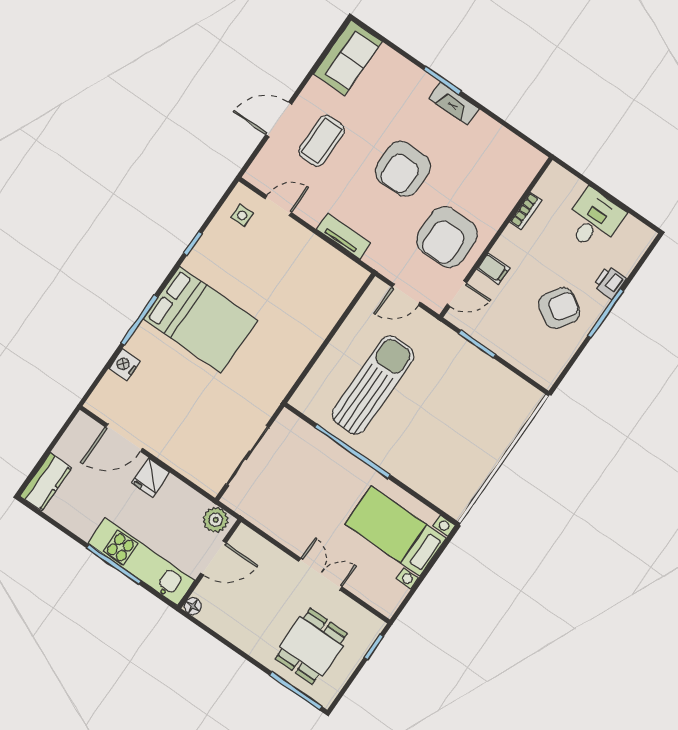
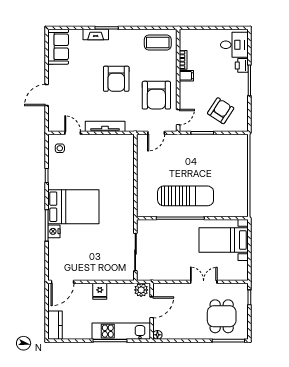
fireplace: (454, 104) -> (96, 35), moved
coffee table: (322, 141) -> (158, 42), moved, turned 90
door: (278, 206) -> (73, 133), hinge flipped
desk: (594, 220) -> (234, 45), moved, turned 90
tv unit: (344, 236) -> (105, 126), width x1.41
filing cabinet: (493, 269) -> (186, 76), moved
armchair: (559, 308) -> (221, 111), moved
nightstand: (125, 365) -> (54, 231), moved
sun lounger: (373, 385) -> (186, 196), moved, turned 90
door: (124, 438) -> (63, 282), moved

